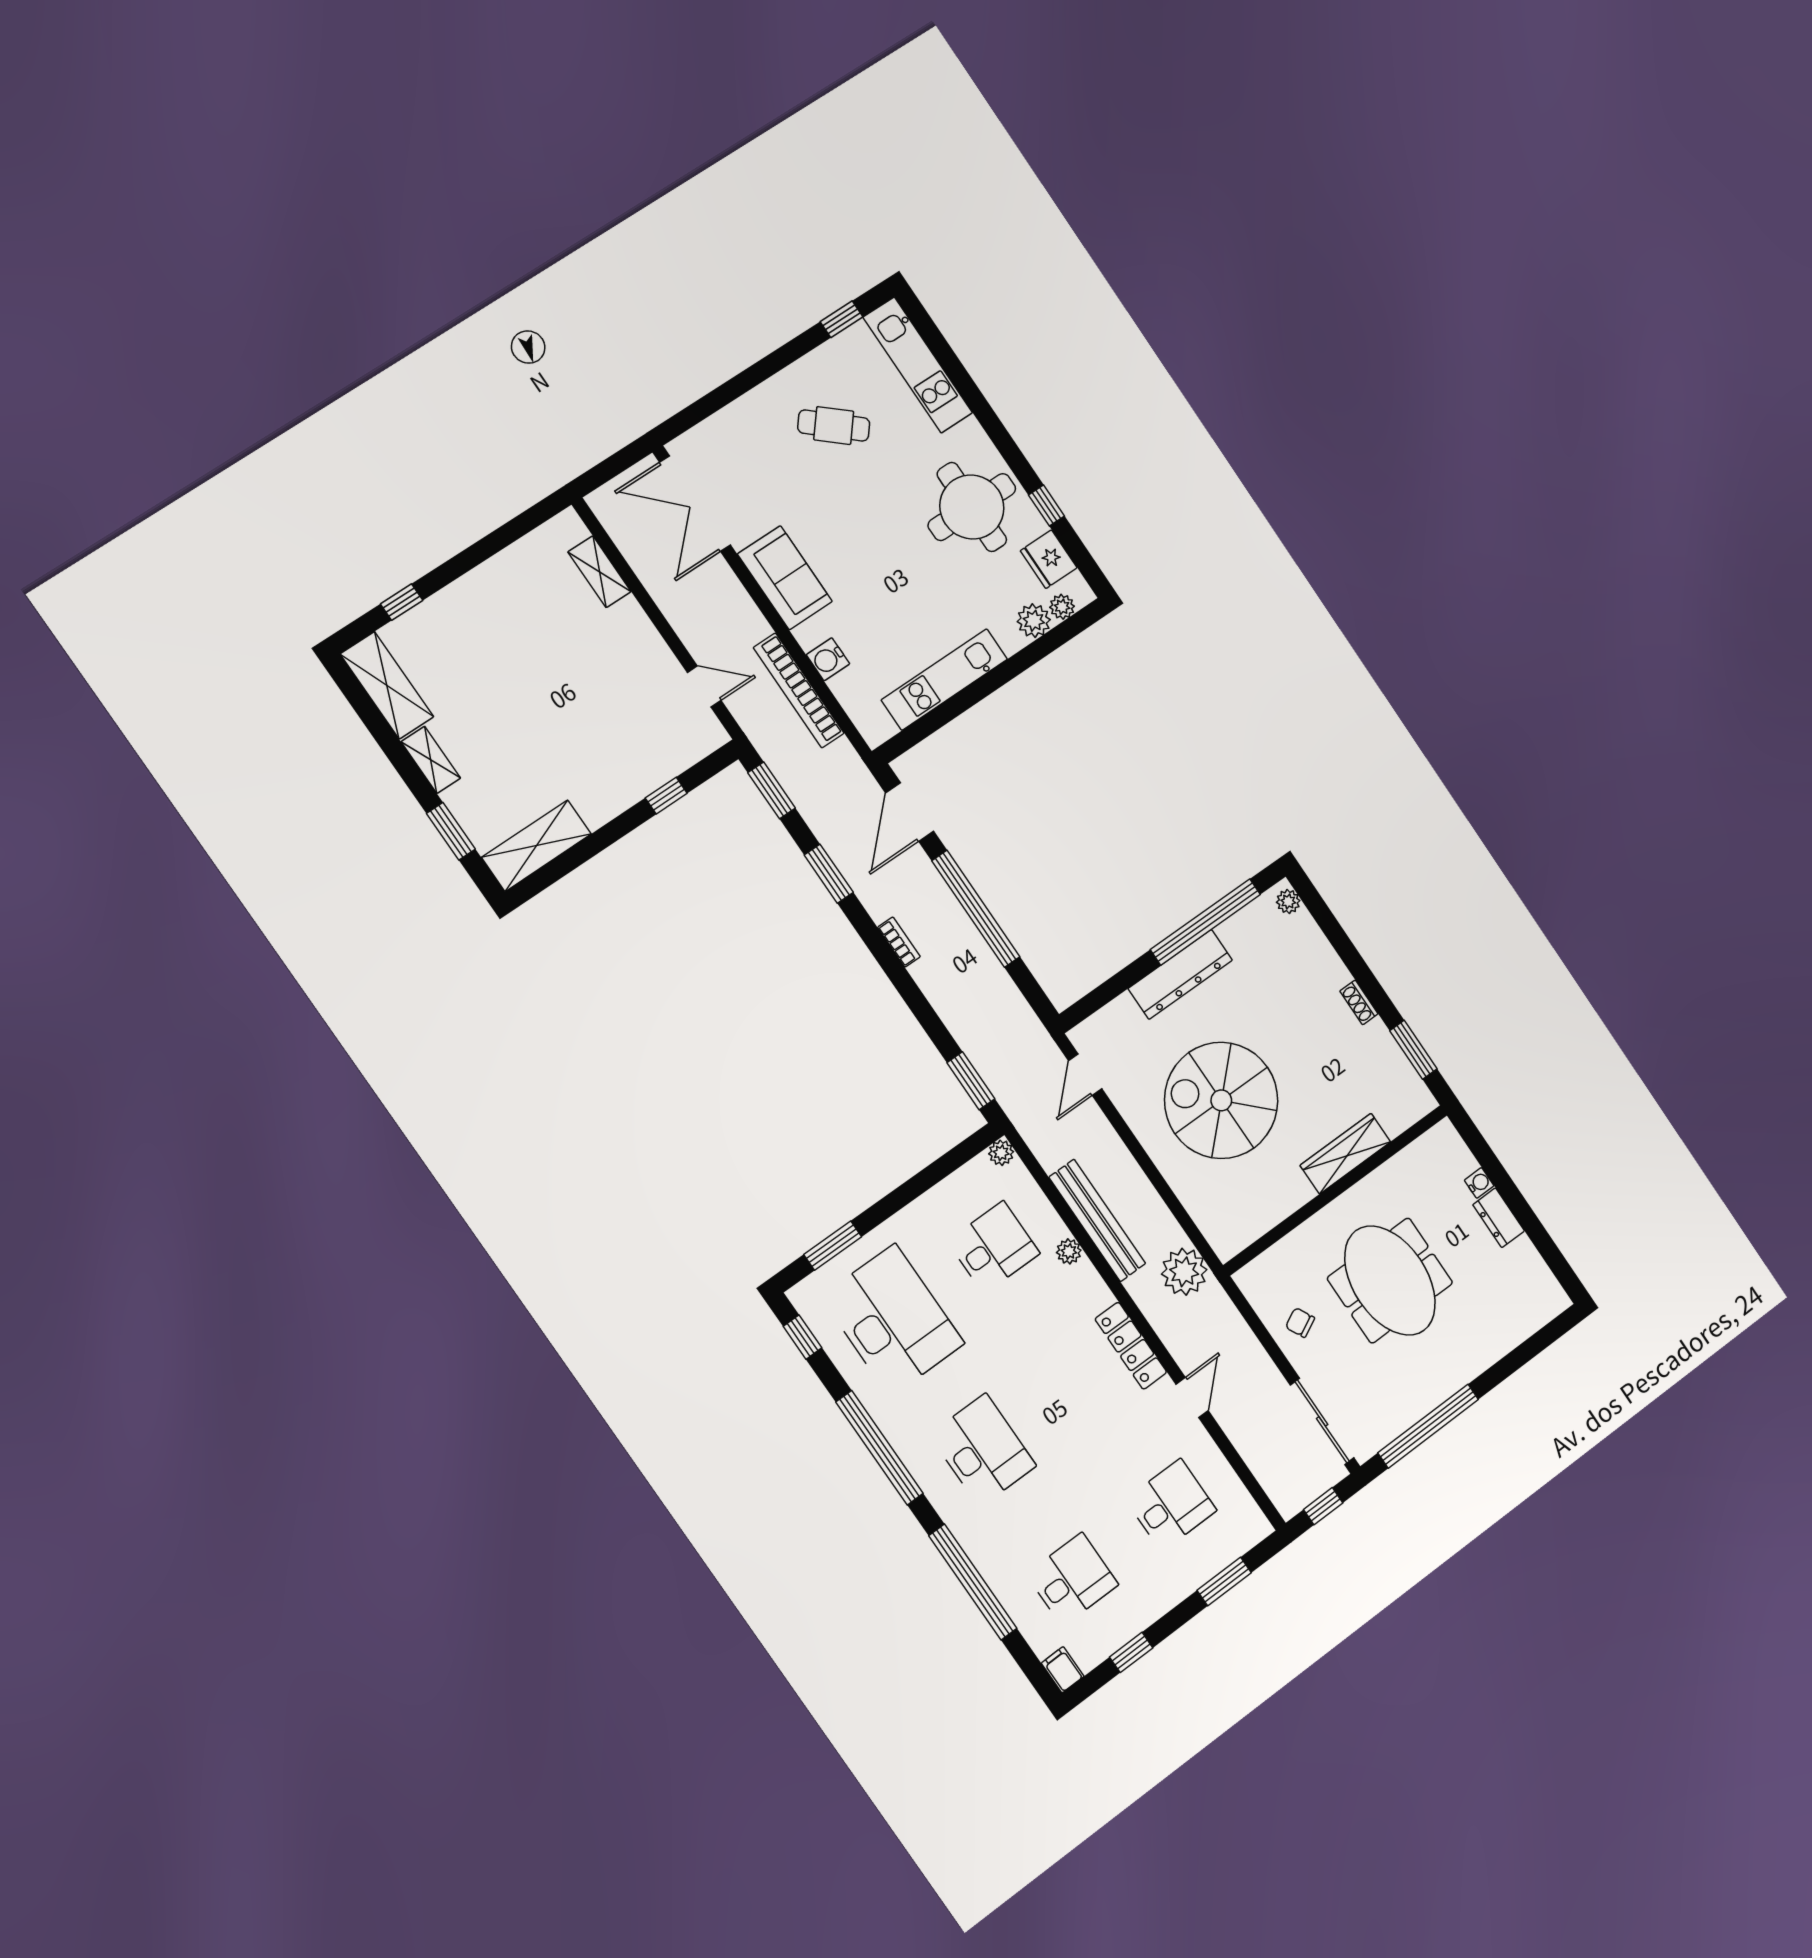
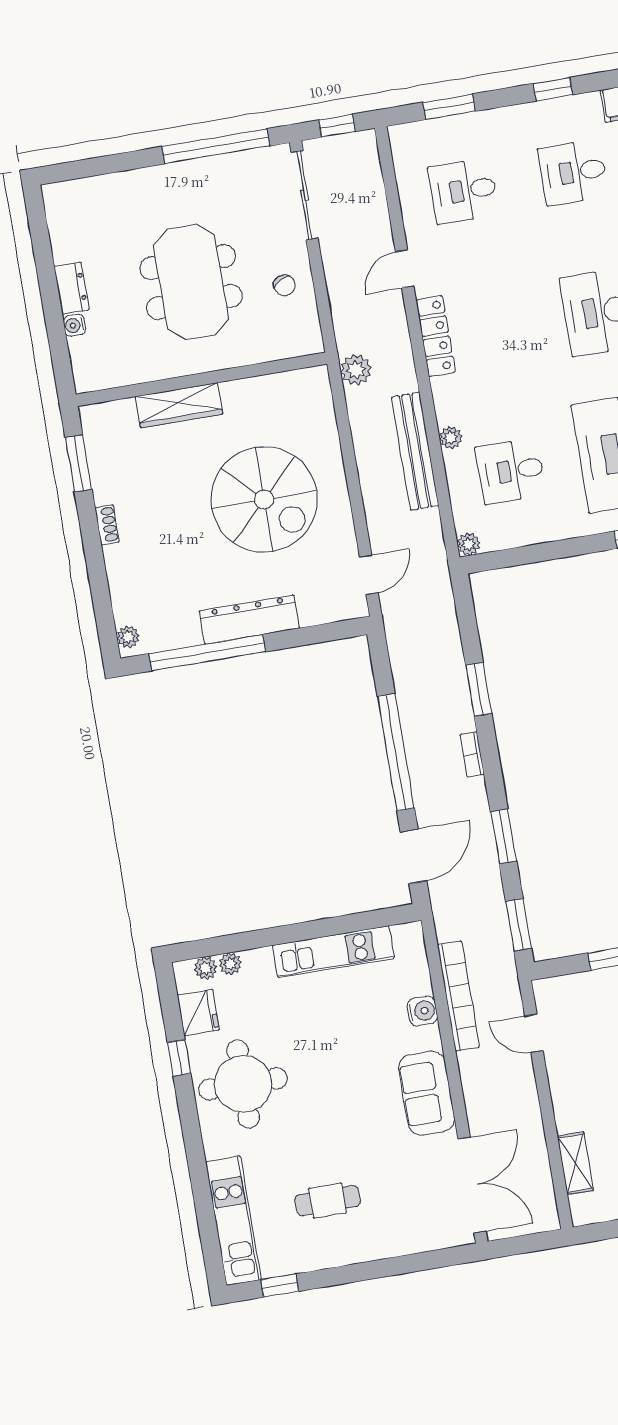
cafe table: (834, 426) -> (328, 1201), turned -40
plant: (1034, 621) -> (230, 964), width x0.73, depth x0.73
window: (971, 1081) -> (479, 689), moved
plant: (1184, 1272) -> (356, 370), width x0.73, depth x0.73

